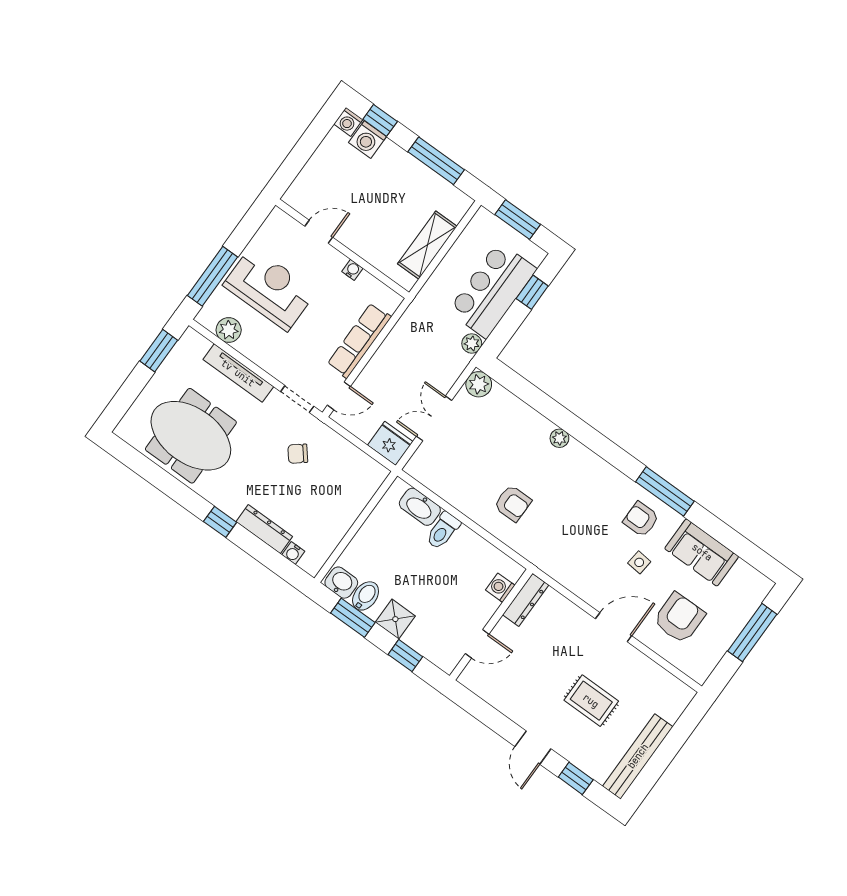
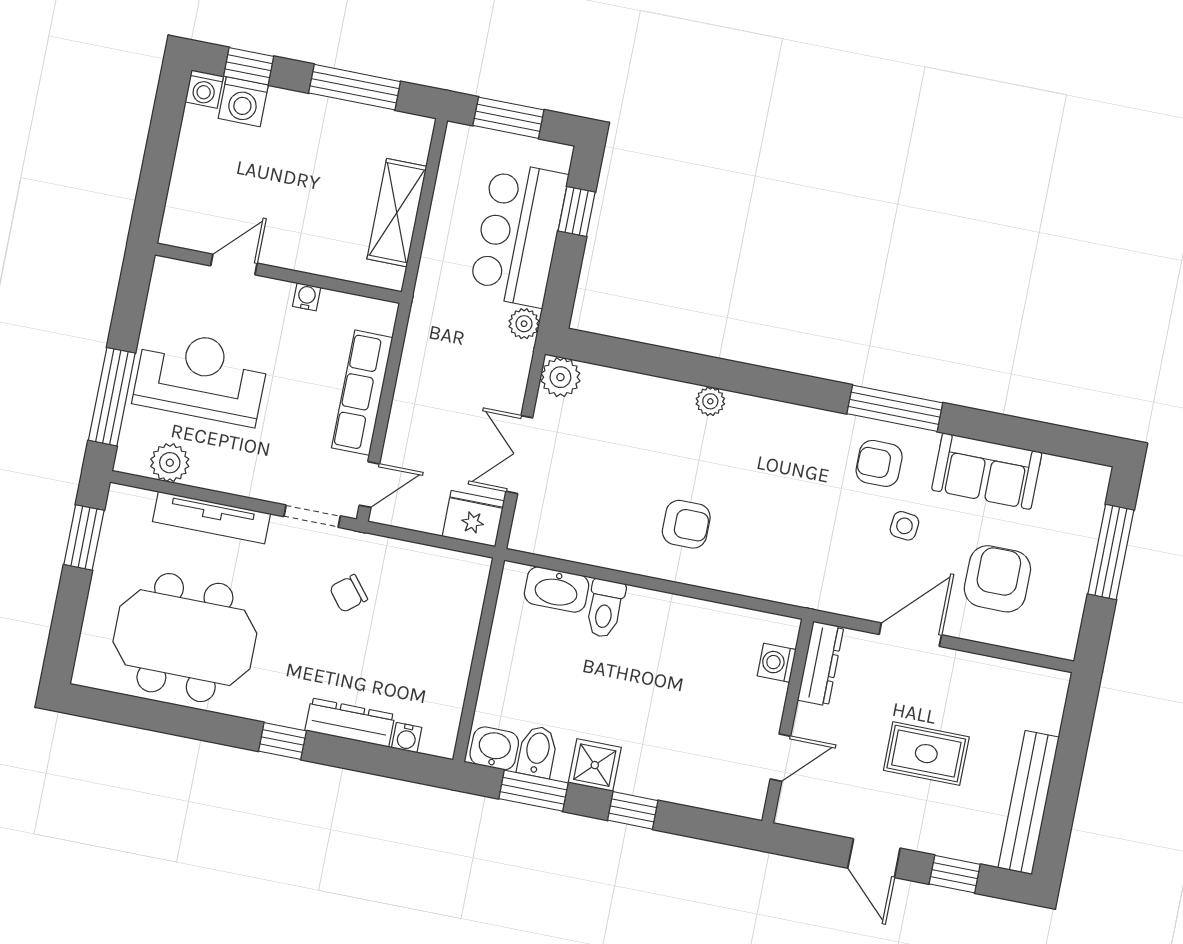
washing machine: (500, 588) -> (777, 663), moved
dresser: (526, 600) -> (821, 664), moved
wall: (491, 625) -> (788, 721), moved
door: (477, 644) -> (780, 758), moved

